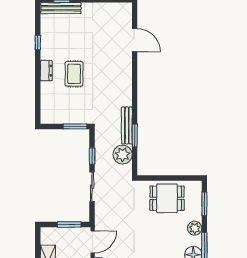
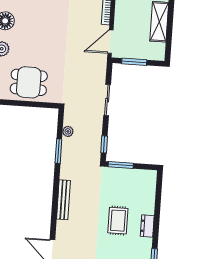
bench: (127, 125) -> (63, 200), moved
plant: (123, 155) -> (68, 131), width x0.53, depth x0.53
window: (92, 156) -> (104, 144), moved

